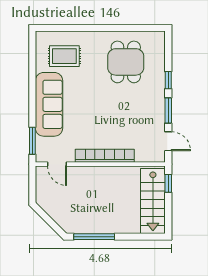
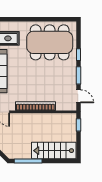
dining table: (126, 62) -> (50, 42), width x1.88, depth x1.24
stairs: (153, 201) -> (54, 151), moved, turned 90

